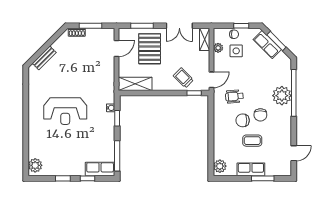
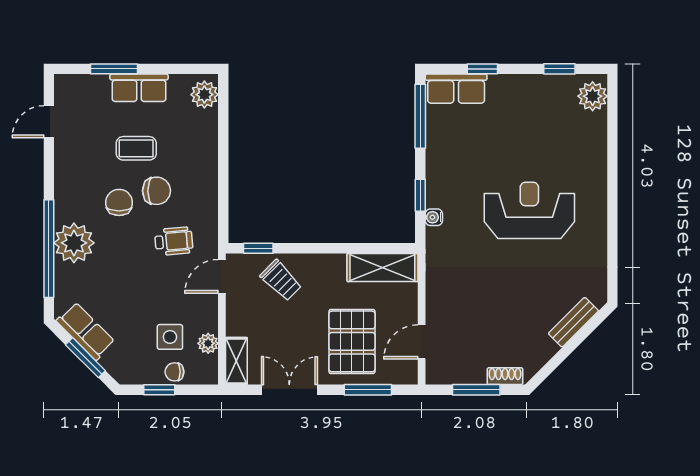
row of seats: (267, 44) -> (86, 331), moved
window: (63, 178) -> (559, 69), moved

